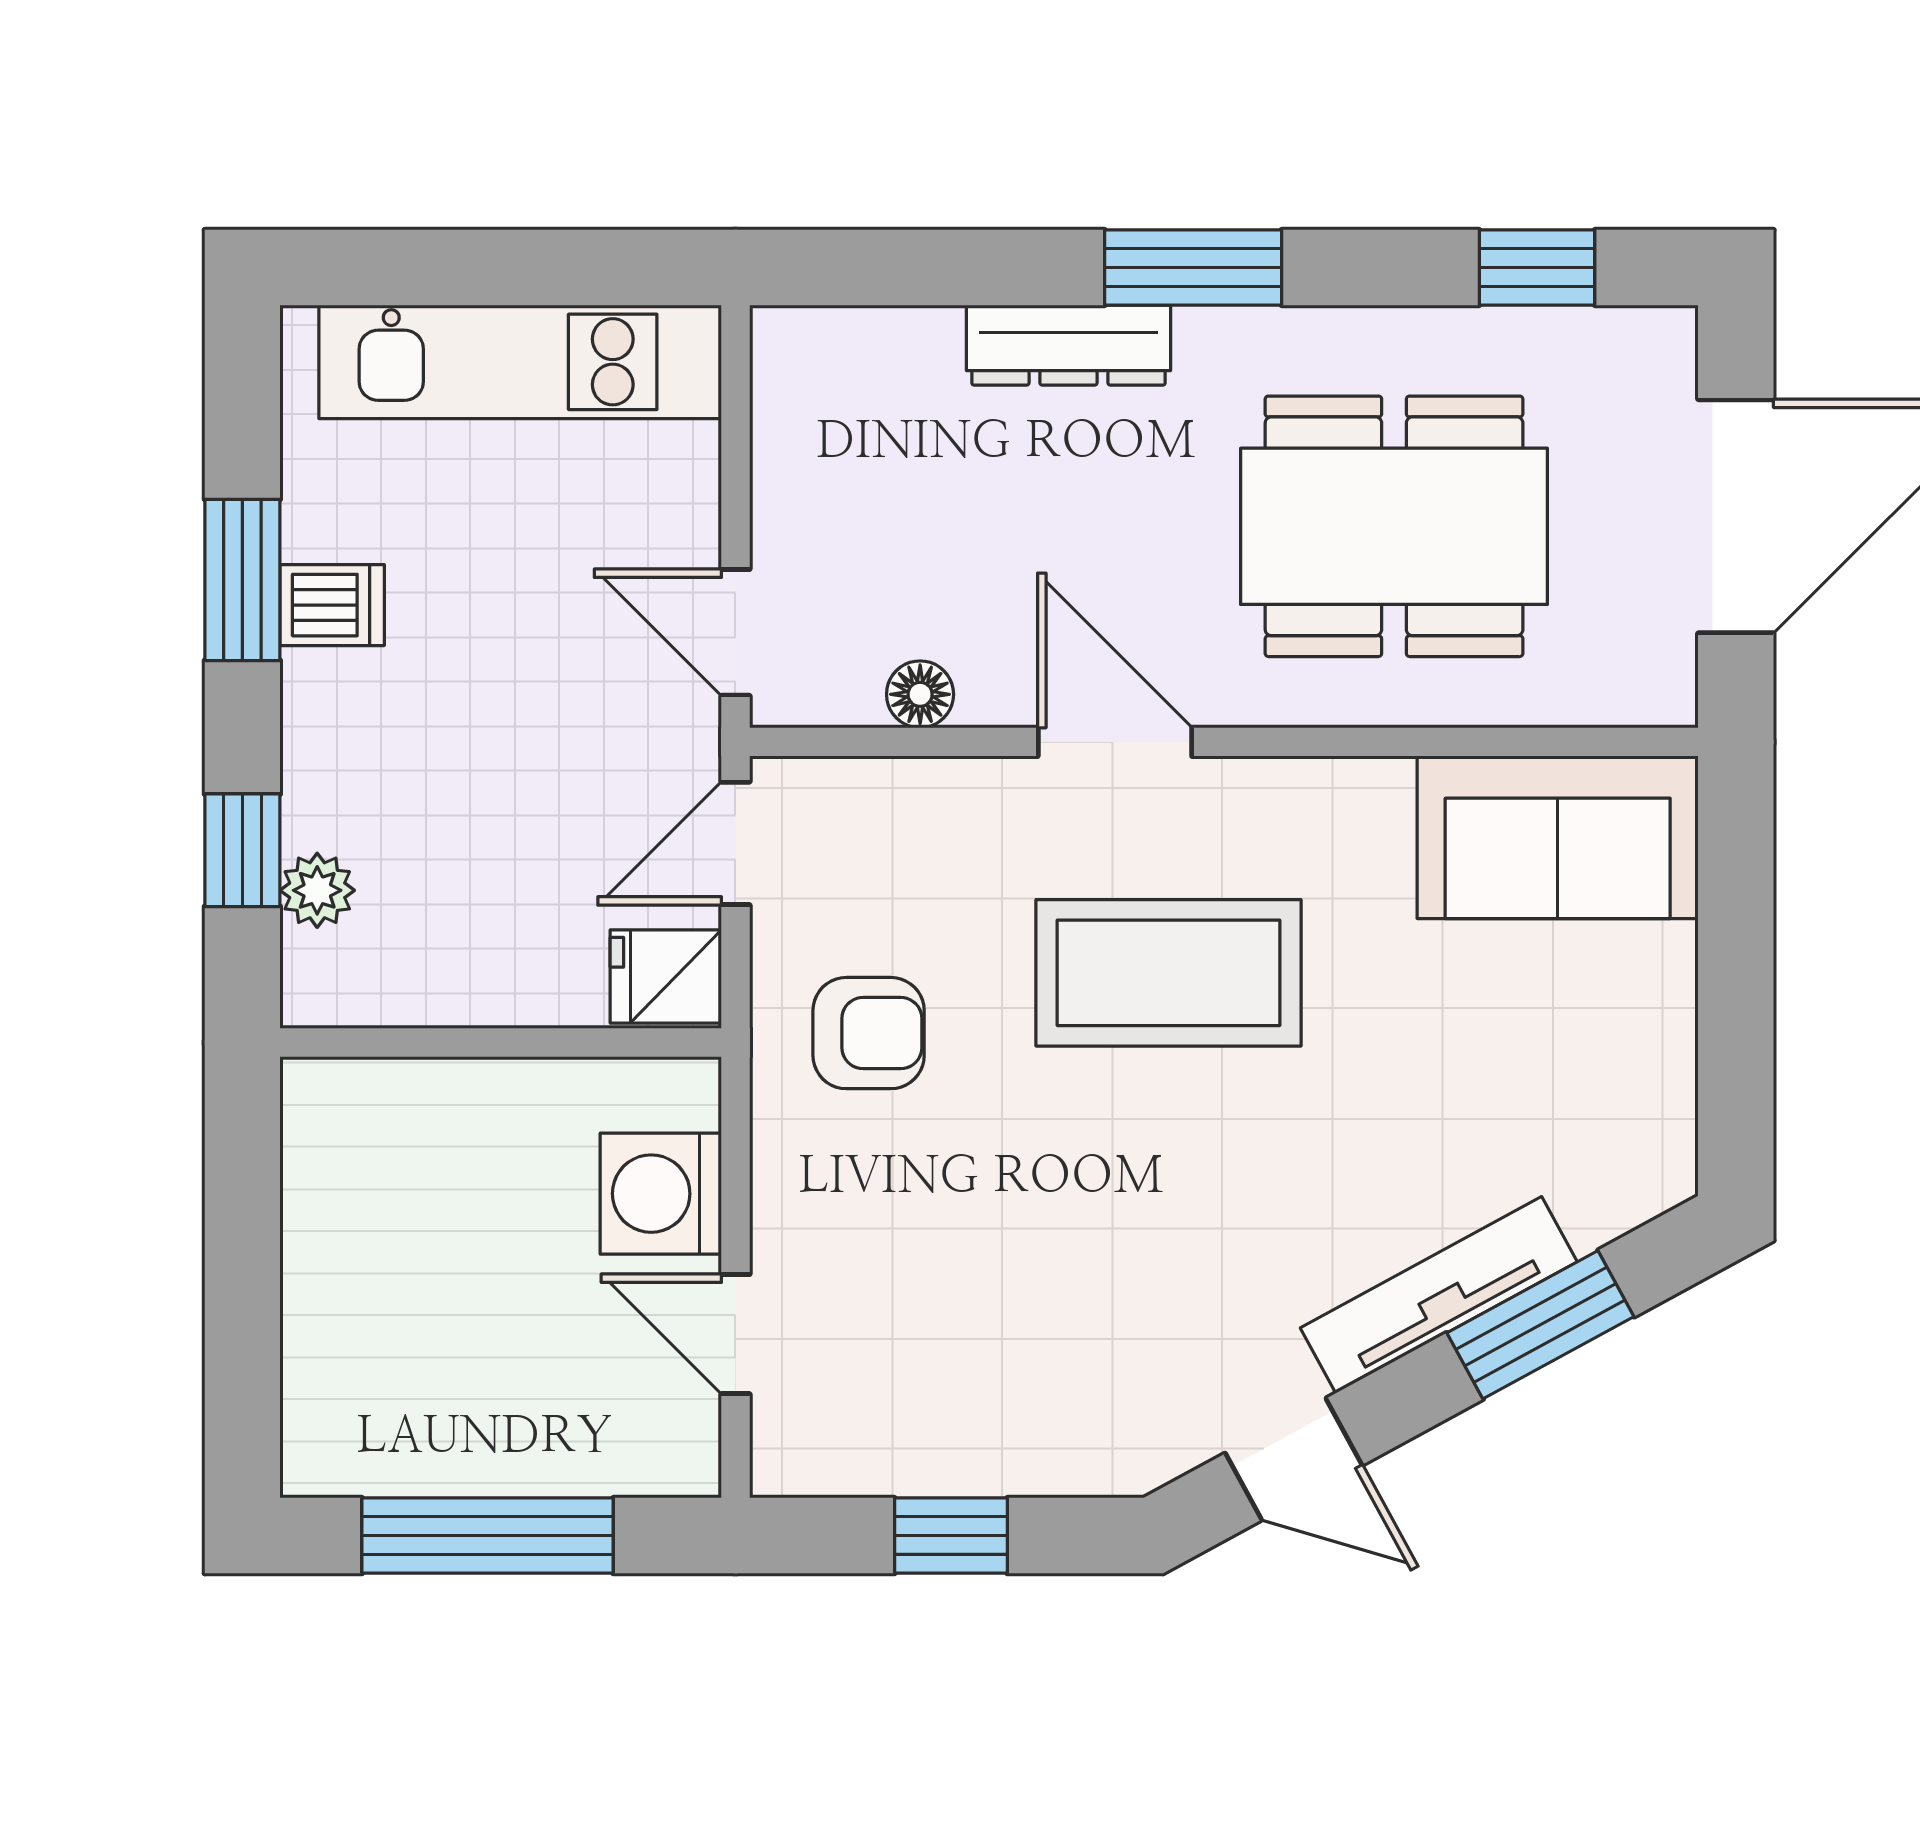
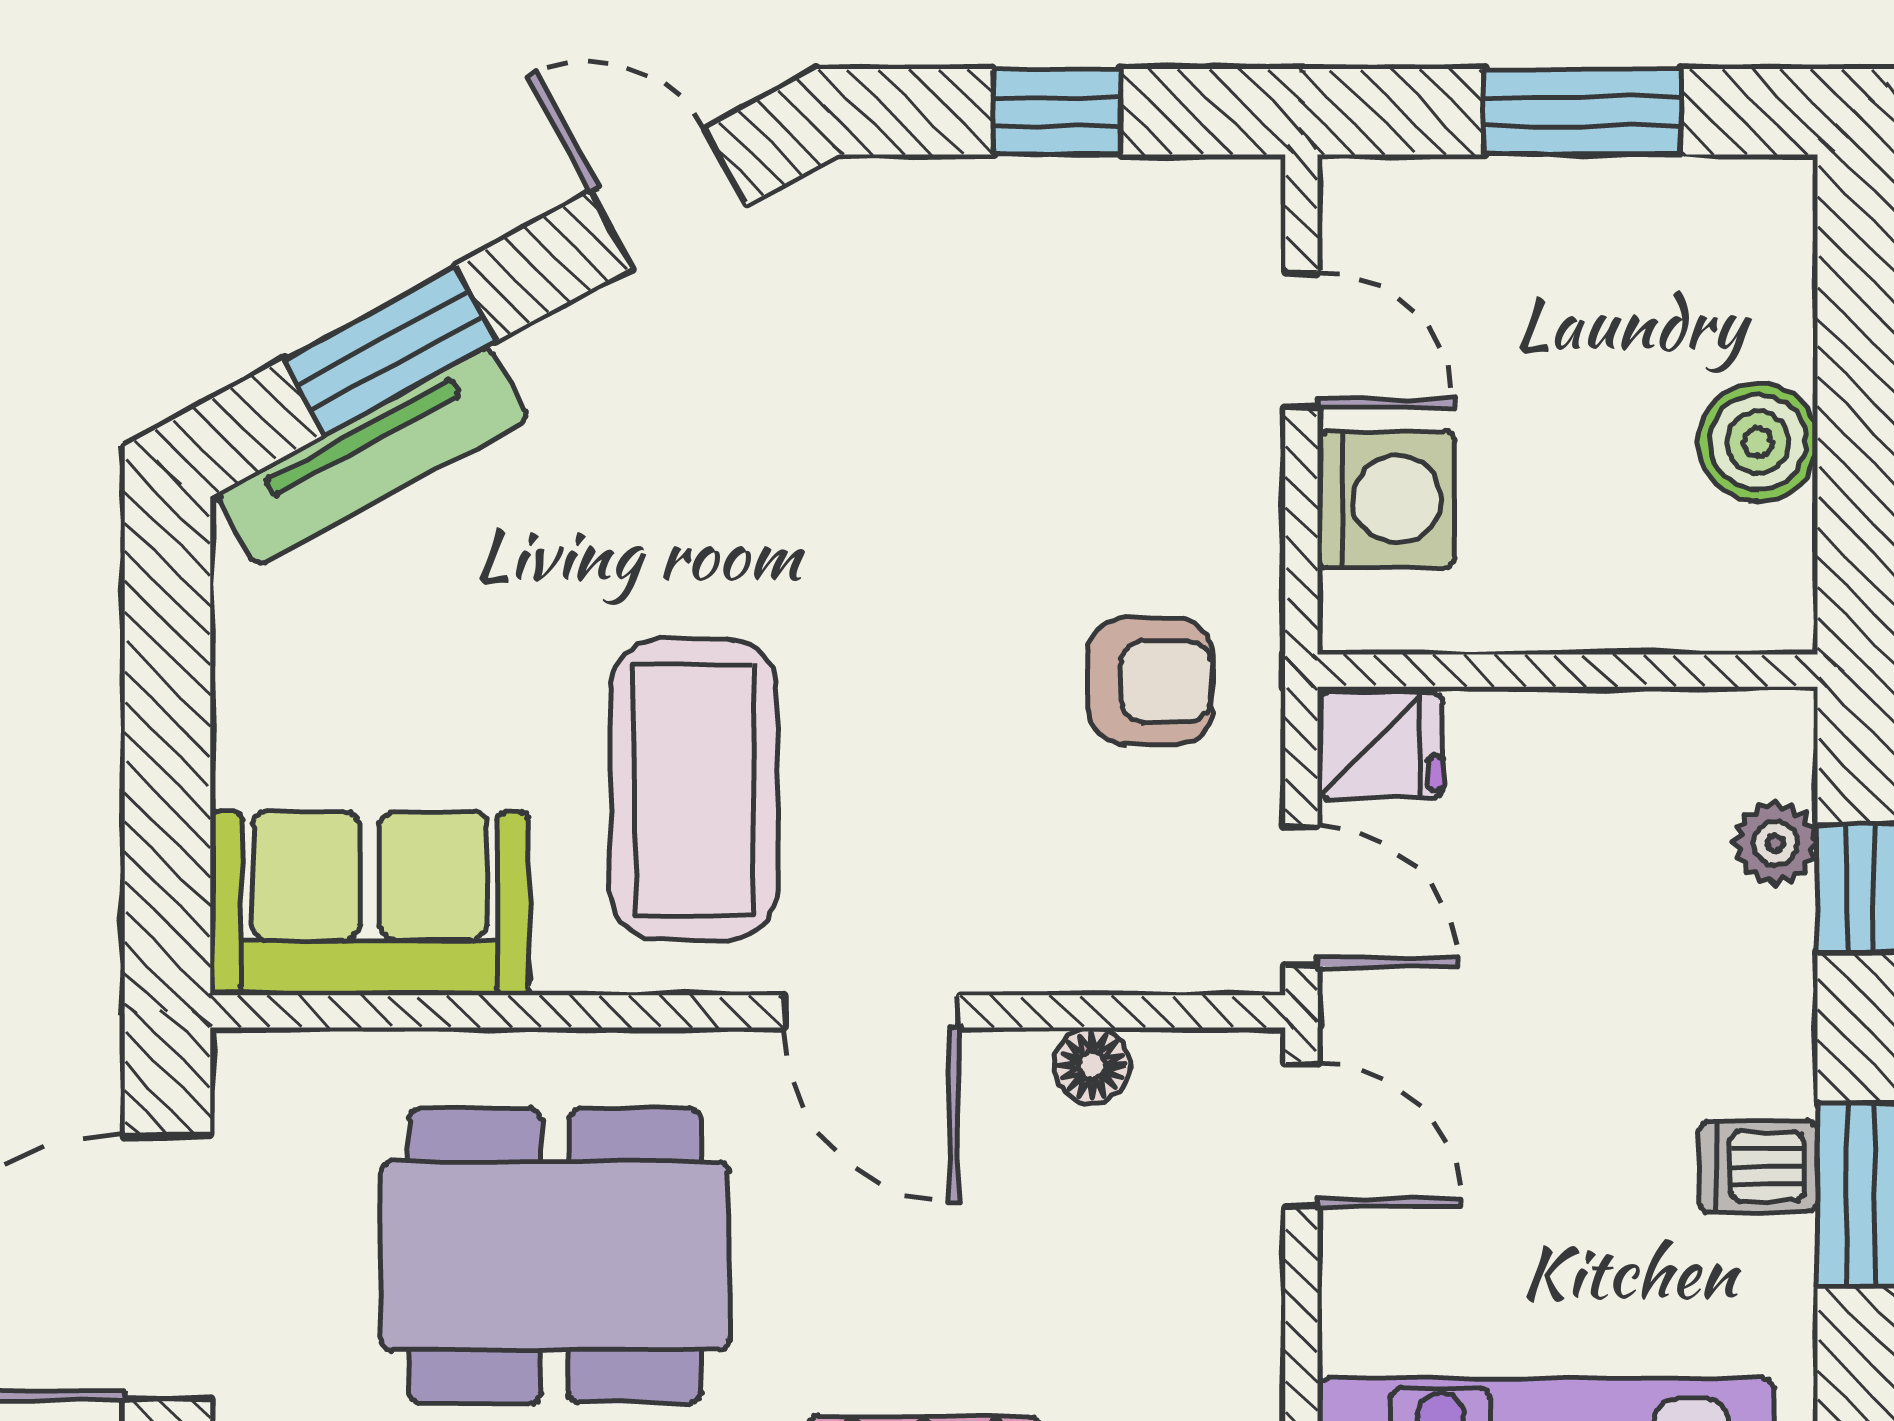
door: (735, 843) -> (1301, 896), hinge flipped
coffee table: (1169, 973) -> (694, 790), moved, turned 90
armchair: (869, 1033) -> (1151, 681), turned 180
boiler: (333, 1244) -> (1758, 442), added
tv unit: (1439, 1295) -> (373, 456), moved
window: (488, 1536) -> (1582, 112), width x0.69

